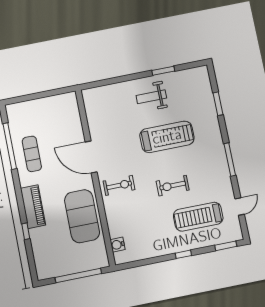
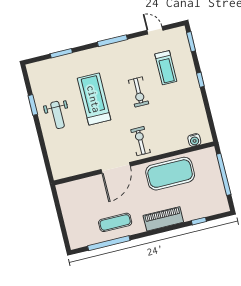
treadmill: (198, 217) -> (166, 68), width x0.73, depth x0.73
window: (26, 231) -> (199, 221), moved

